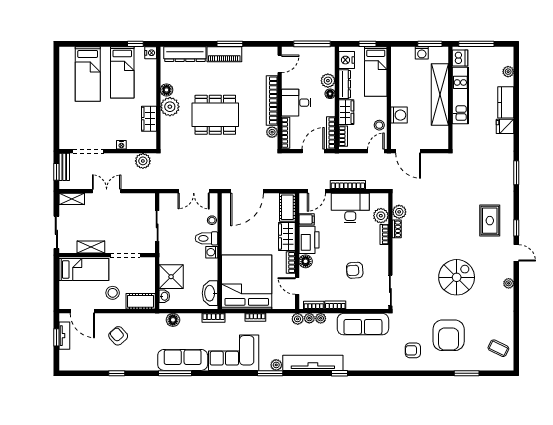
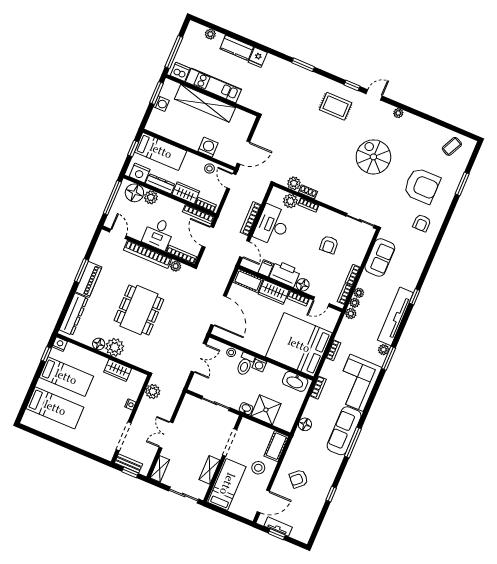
floor lamp: (330, 94) -> (134, 193), moved, width x1.89, depth x1.89
washbasin: (164, 296) -> (246, 409), moved
sofa: (363, 324) -> (380, 257), width x0.73

